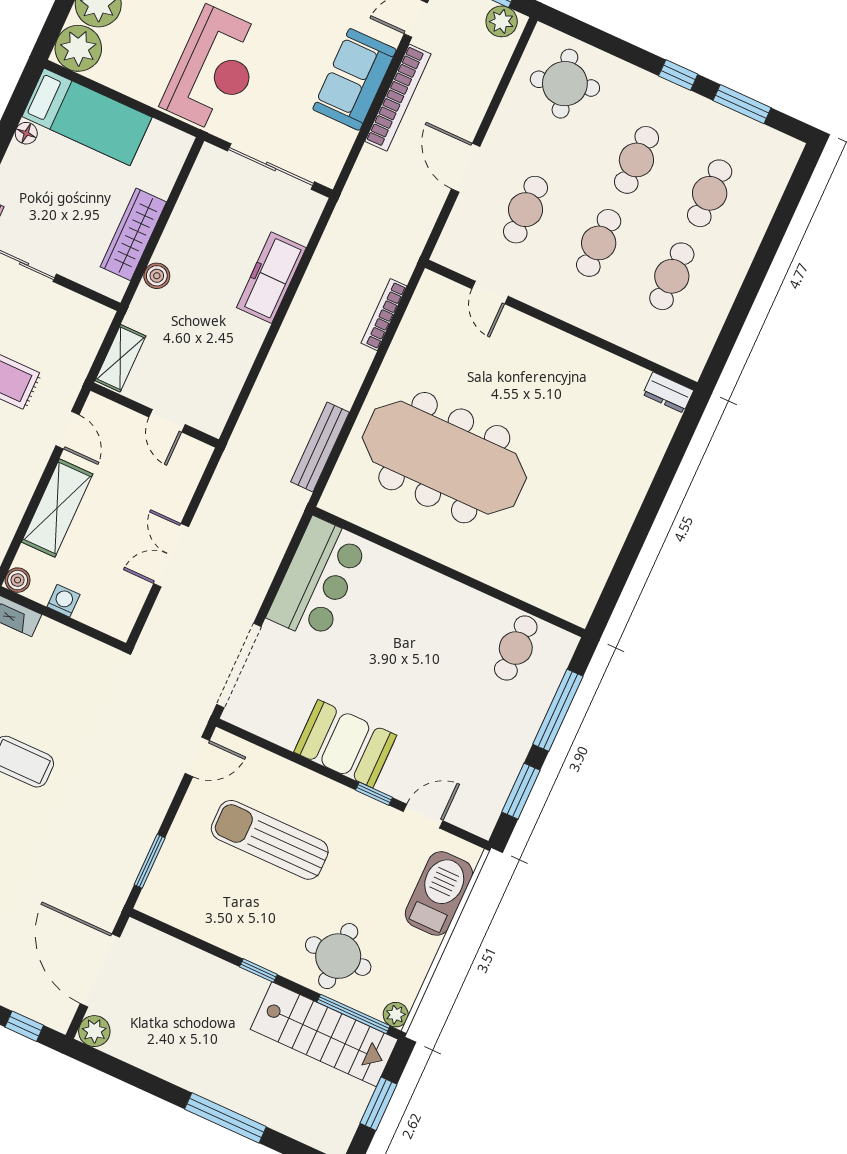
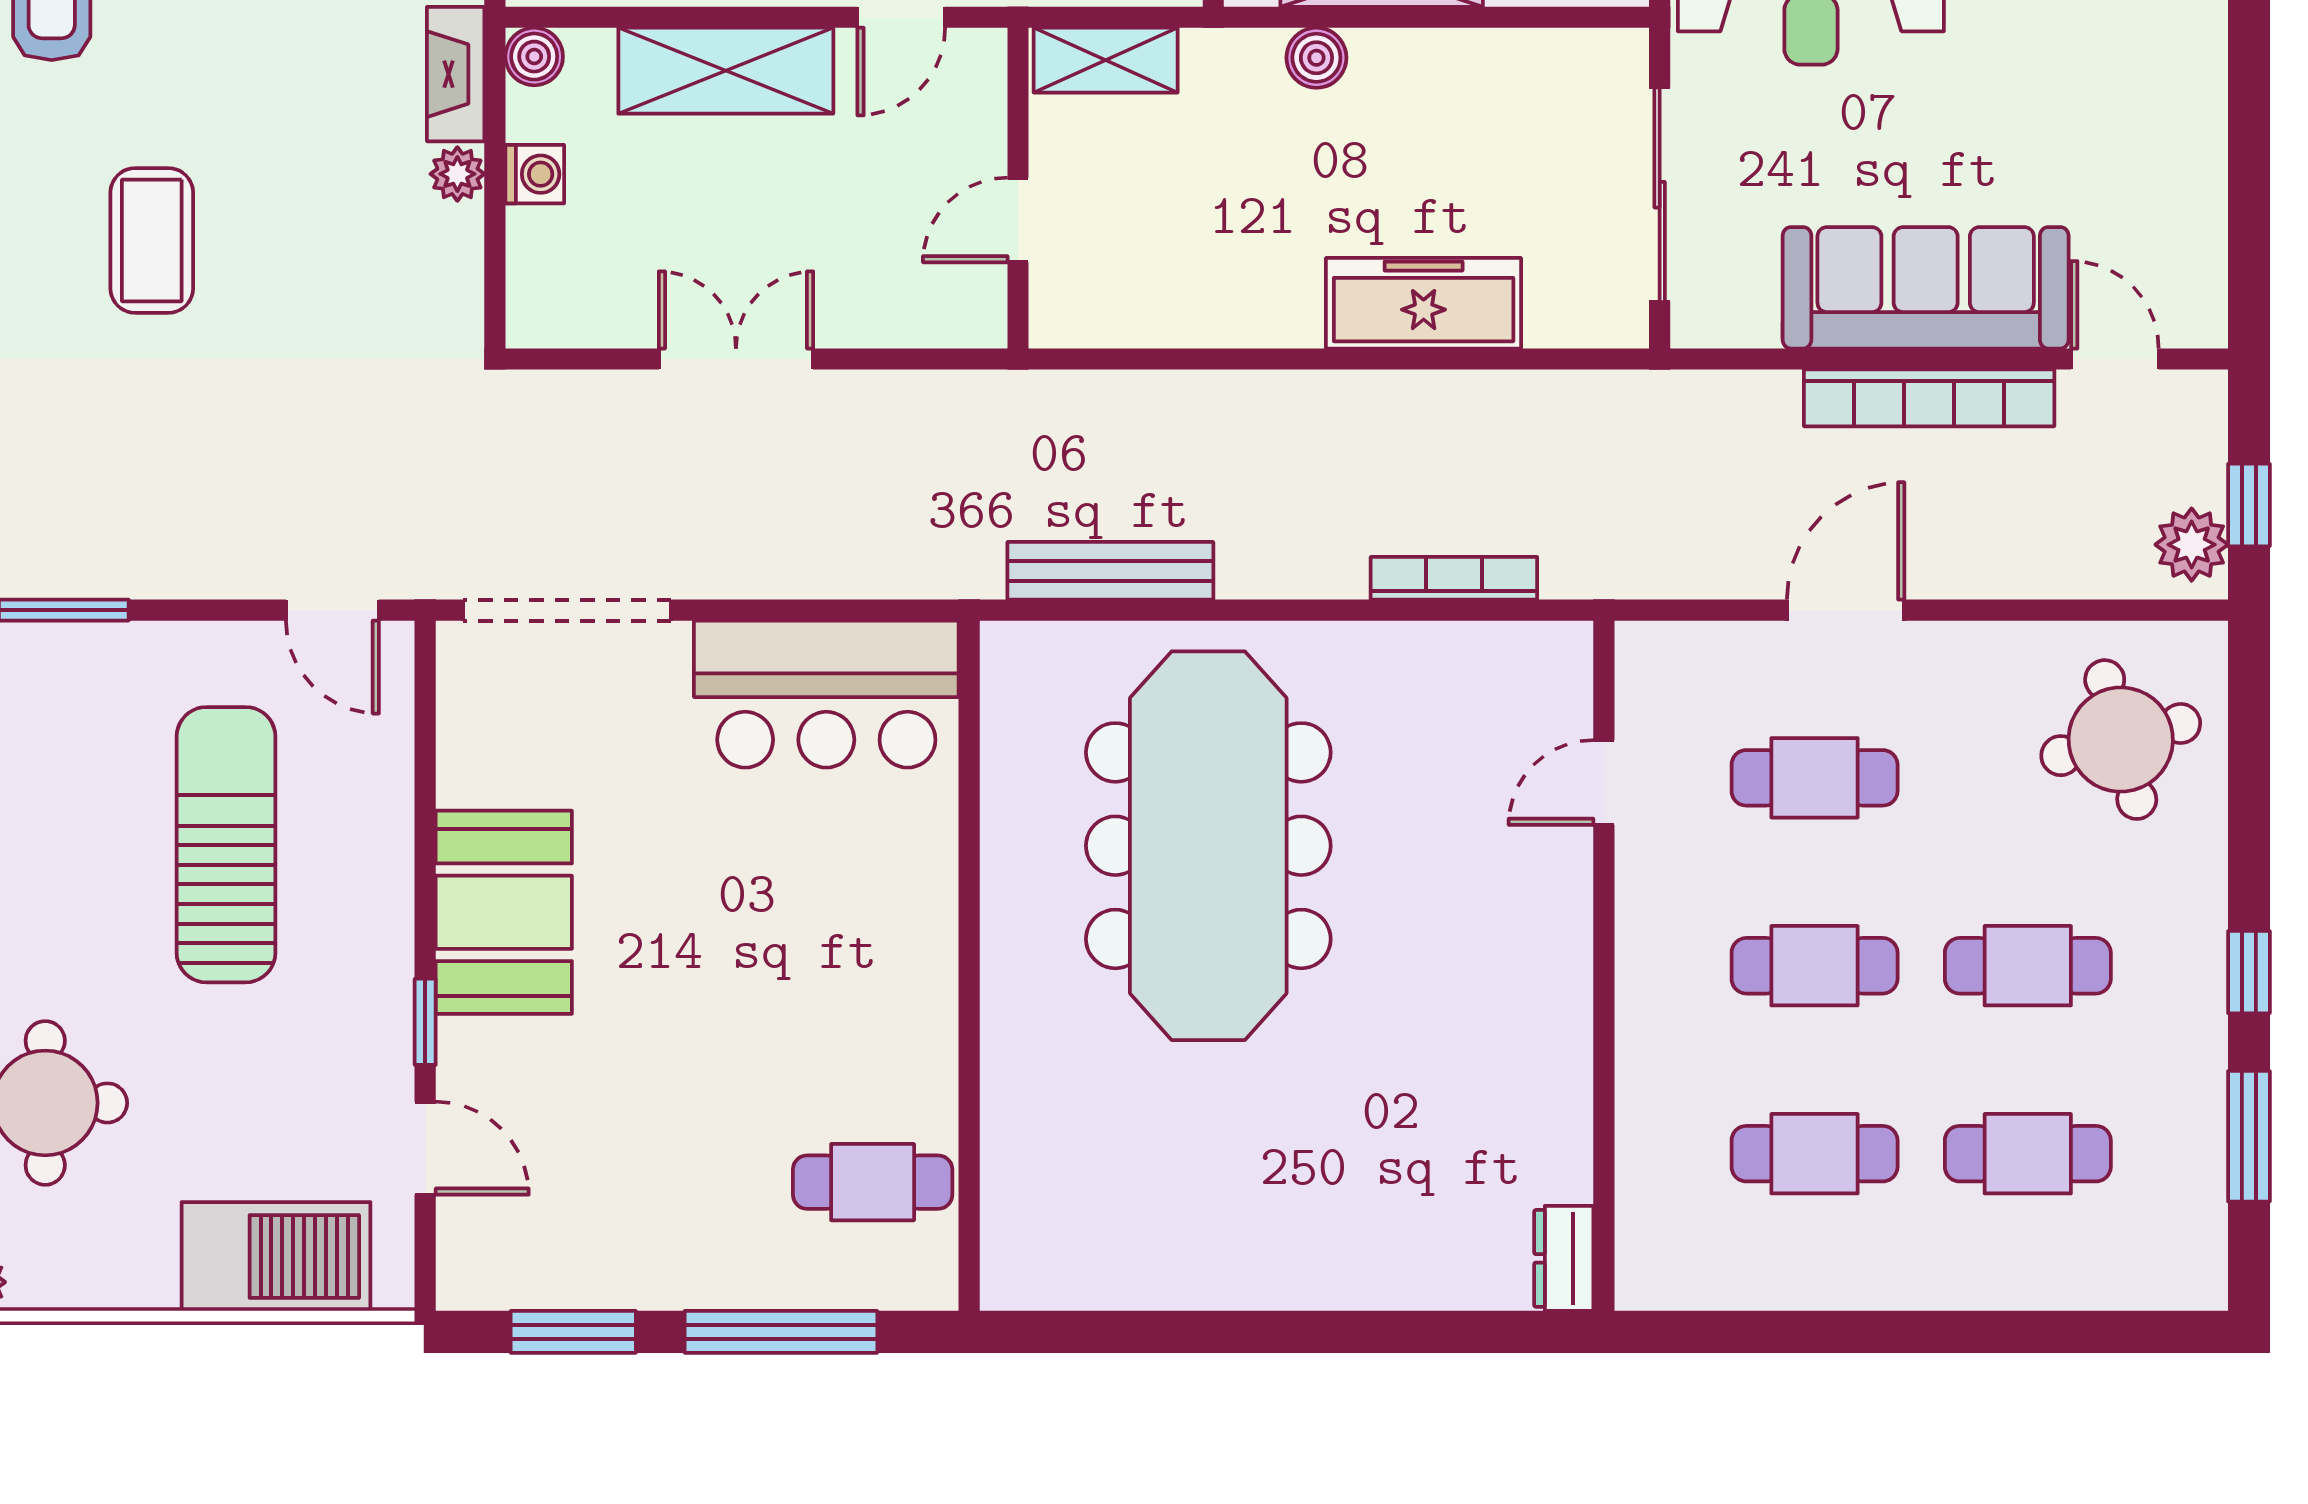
sofa: (354, 79) -> (1926, 288), width x1.36
plant: (50, 631) -> (457, 174), added

